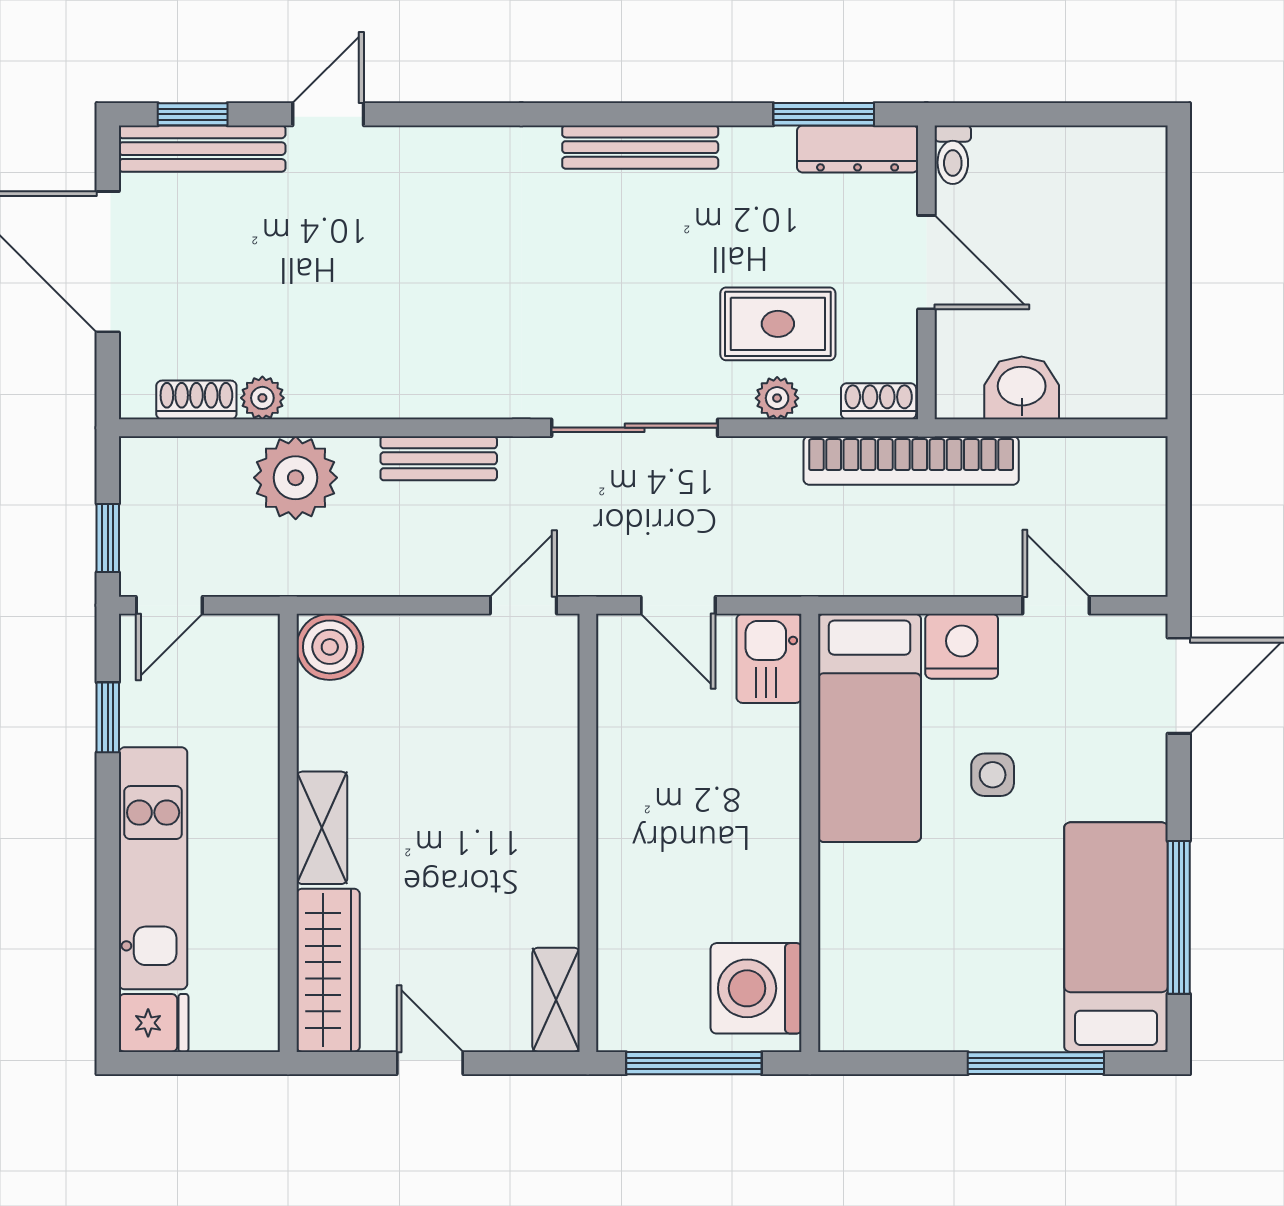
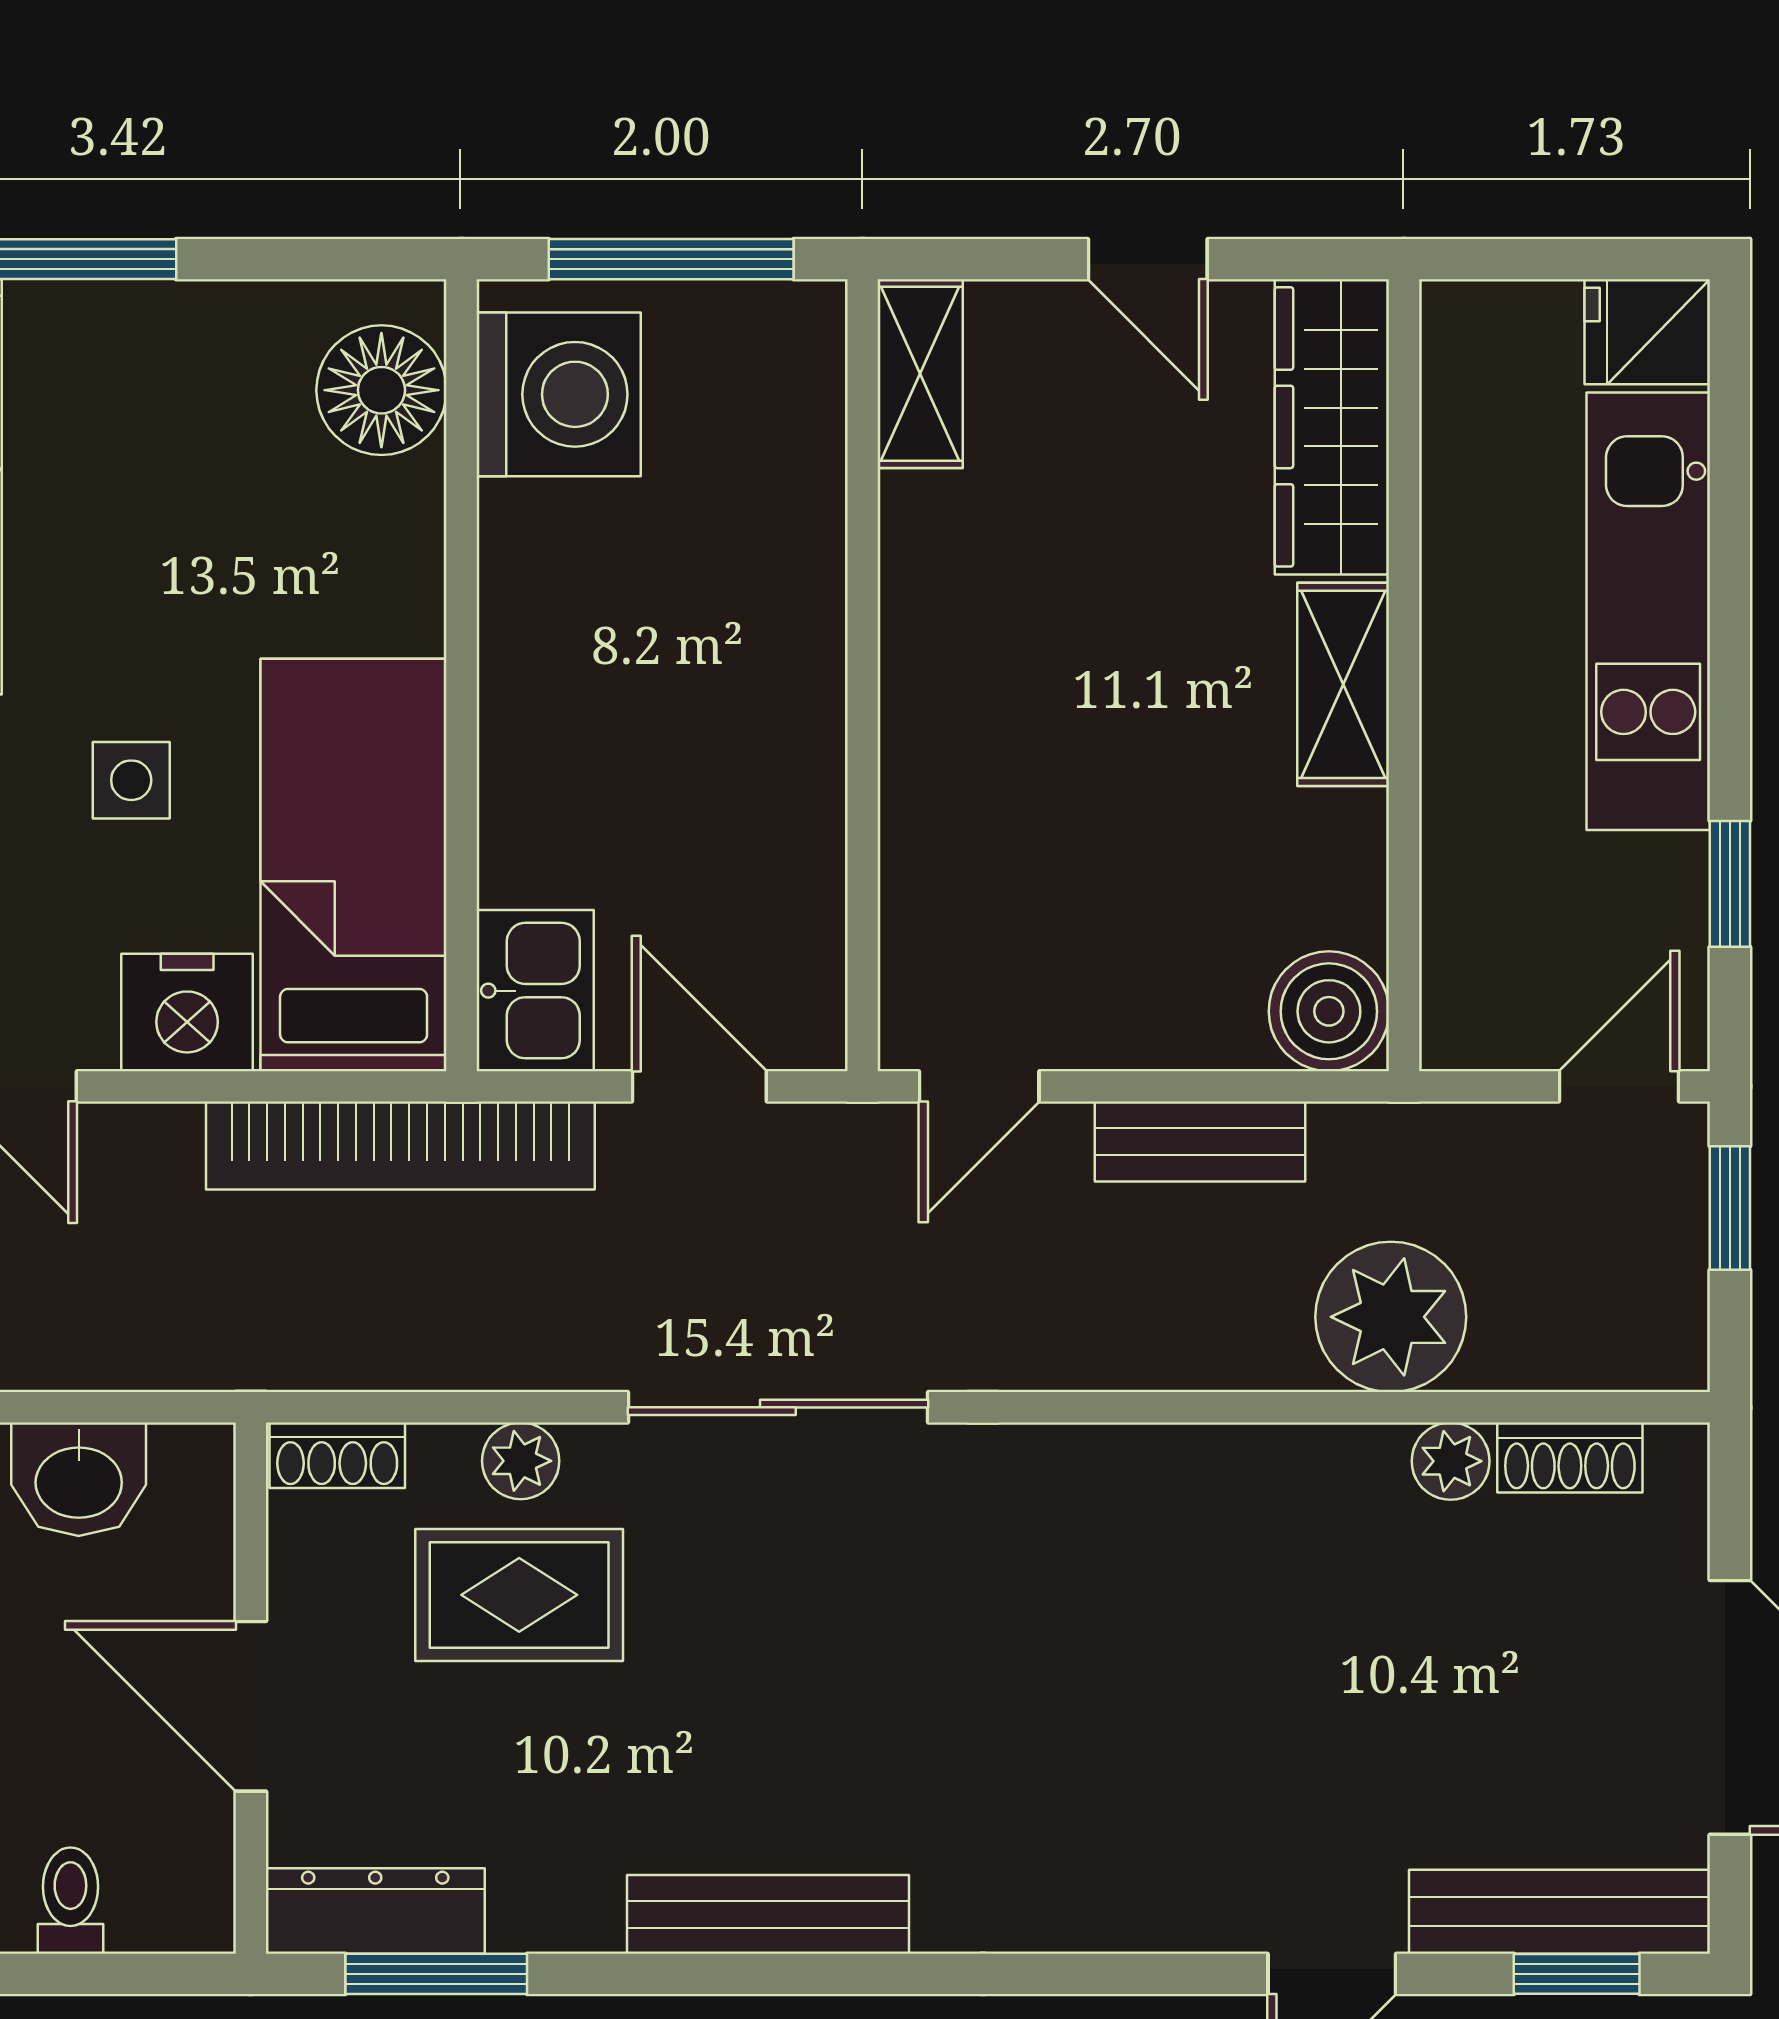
toilet: (953, 155) -> (70, 1901), moved
bench: (439, 458) -> (1200, 1142), moved
bookcase: (911, 460) -> (400, 1146), moved, turned 180
floor lamp: (854, 991) -> (381, 390), added

